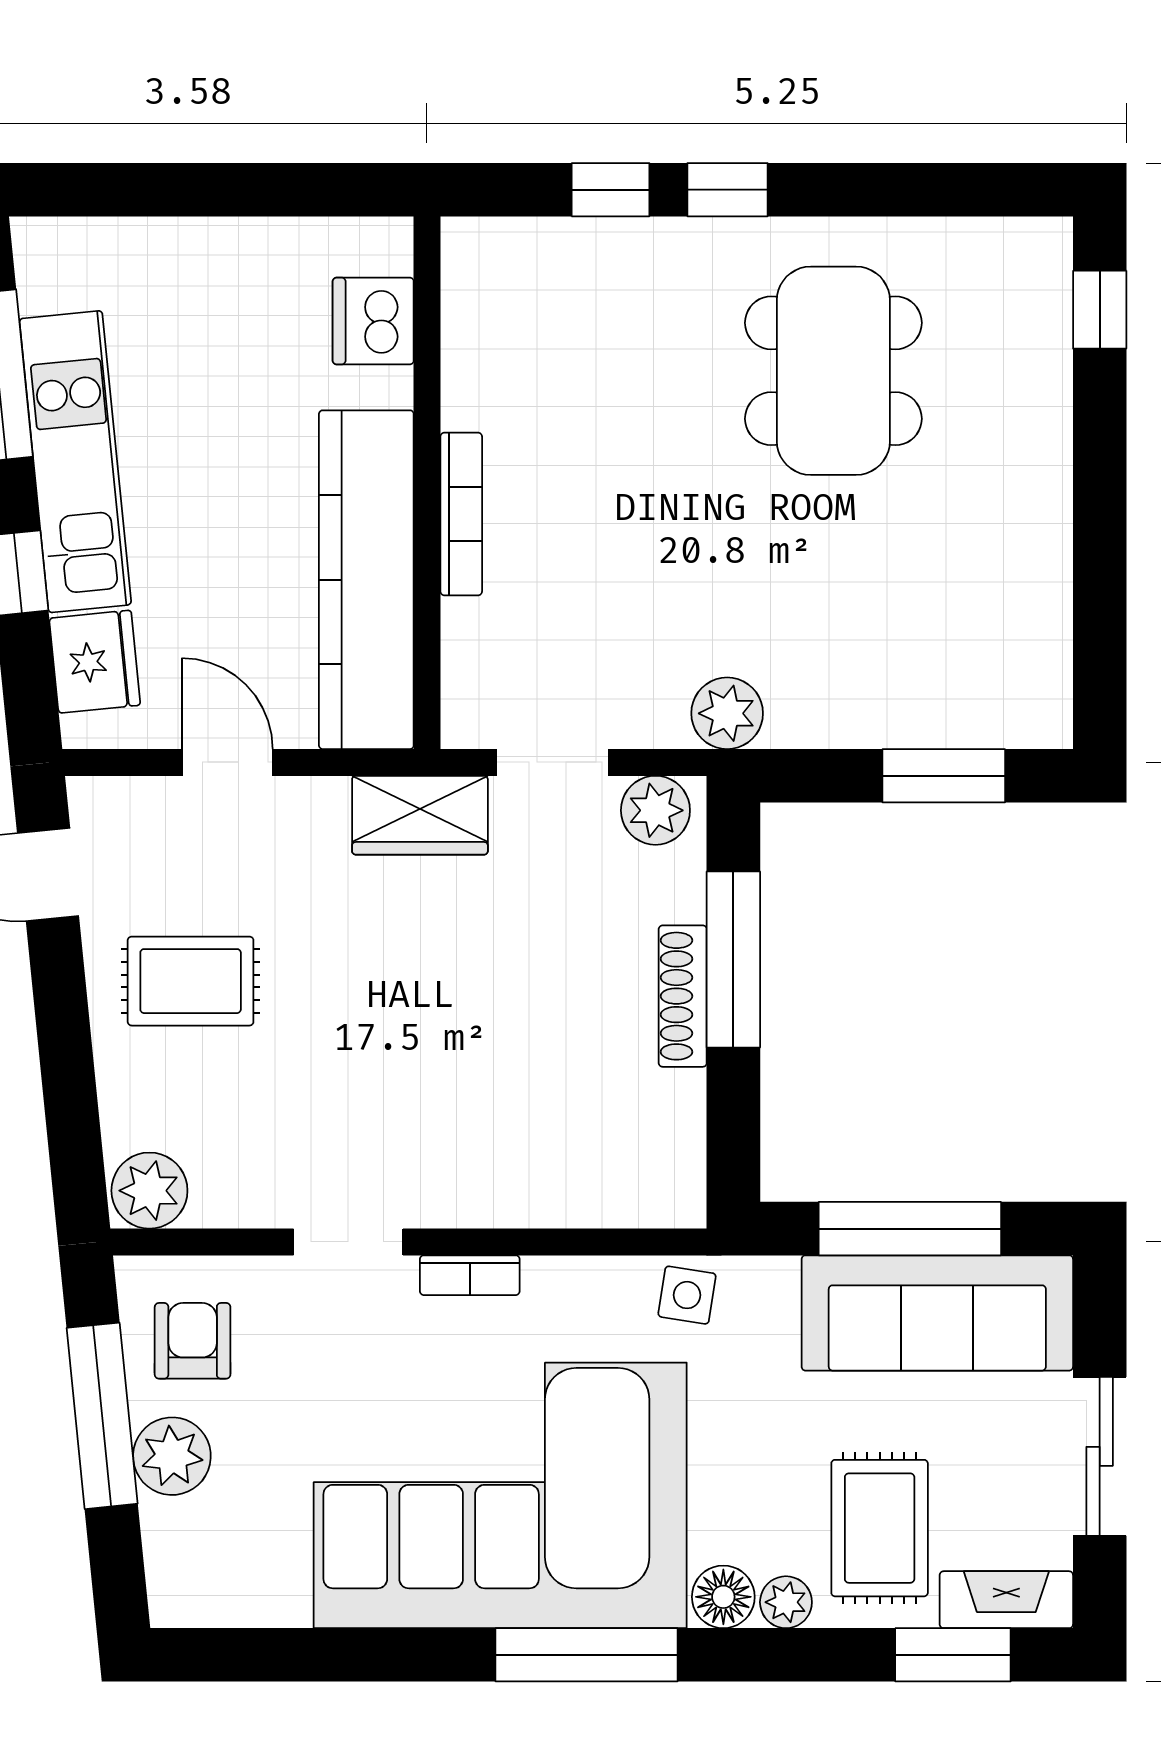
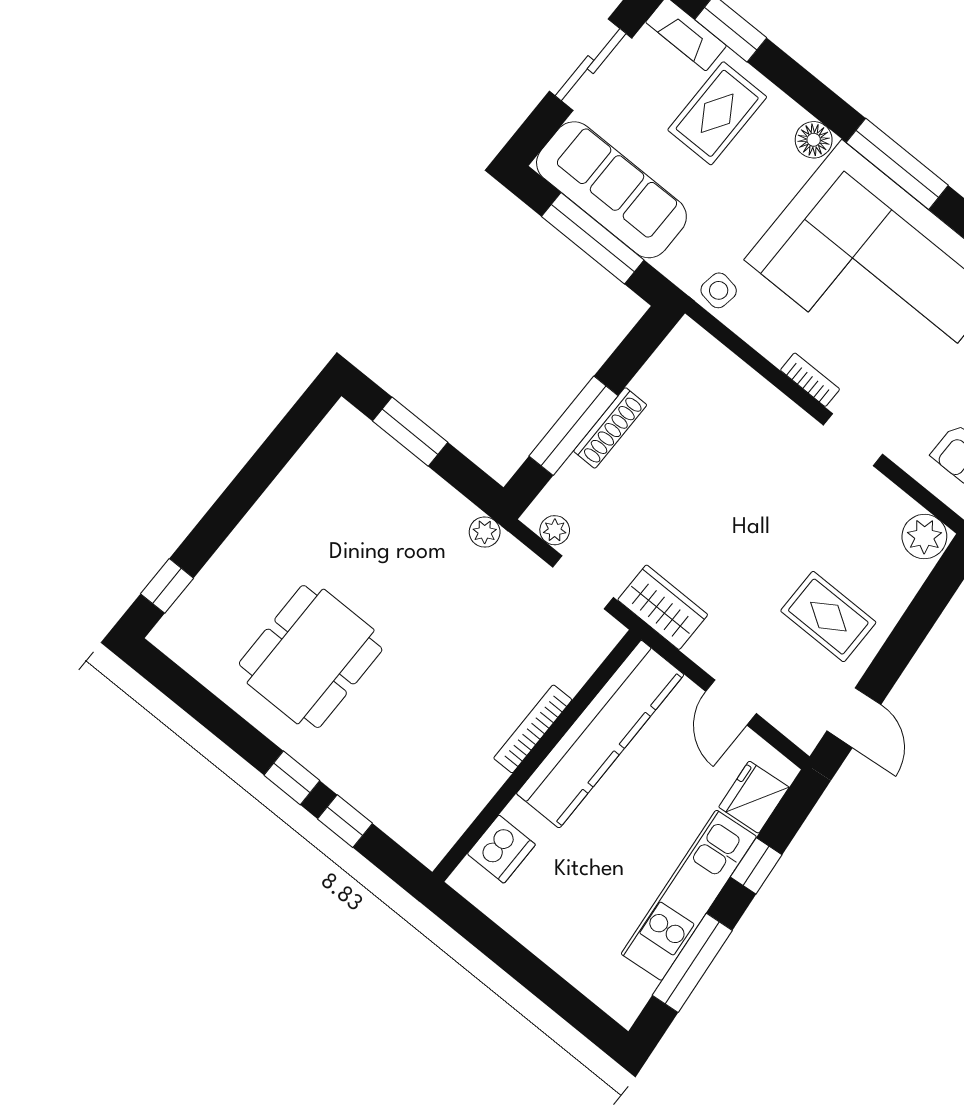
plant: (727, 713) -> (485, 532), width x0.73, depth x0.73
plant: (655, 810) -> (555, 530), width x0.73, depth x0.73
plant: (786, 1602) -> (787, 114), removed

